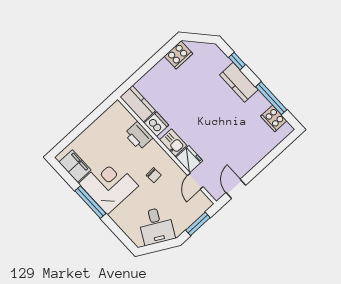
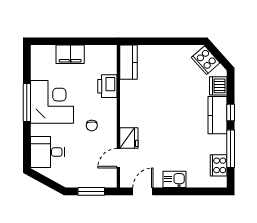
cooker: (178, 55) -> (206, 60), moved, turned 48
window: (237, 61) -> (231, 113), moved
dishwasher: (156, 124) -> (218, 86), moved, turned 180
kitchen sink: (173, 143) -> (175, 179), moved, turned -90
filing cabinet: (75, 166) -> (70, 54), moved, turned 90
desk: (156, 226) -> (48, 152), moved, turned 61

